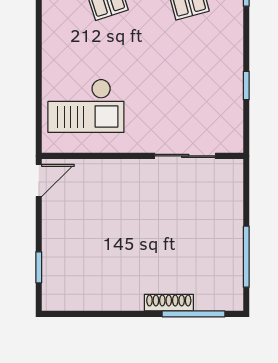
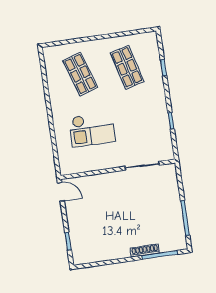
checkout: (86, 106) -> (92, 129), moved
door: (39, 180) -> (61, 192), hinge flipped

